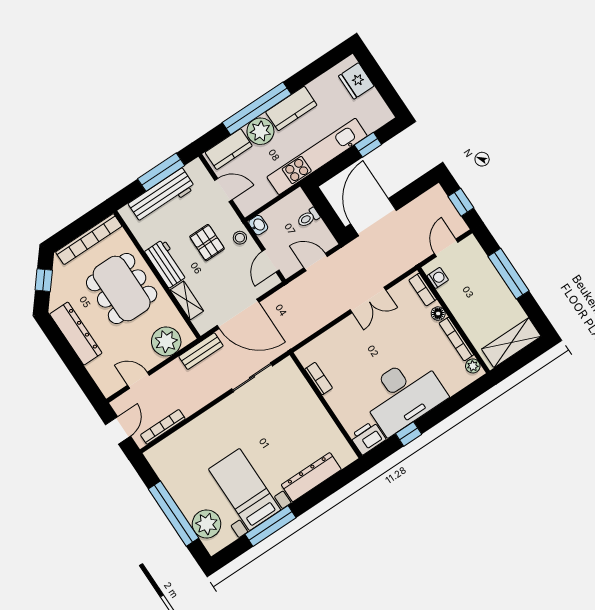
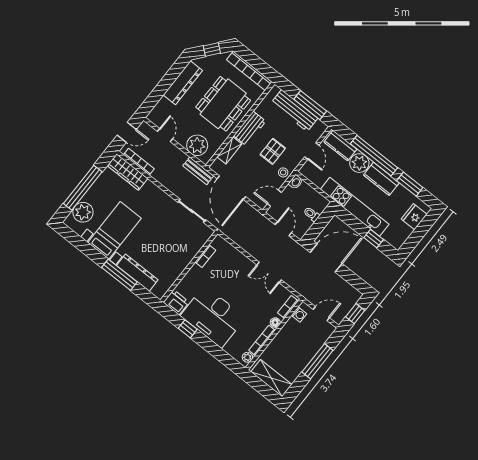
window: (311, 73) -> (410, 184), added
wardrobe: (172, 447) -> (128, 172), added
window: (271, 526) -> (119, 275), moved

